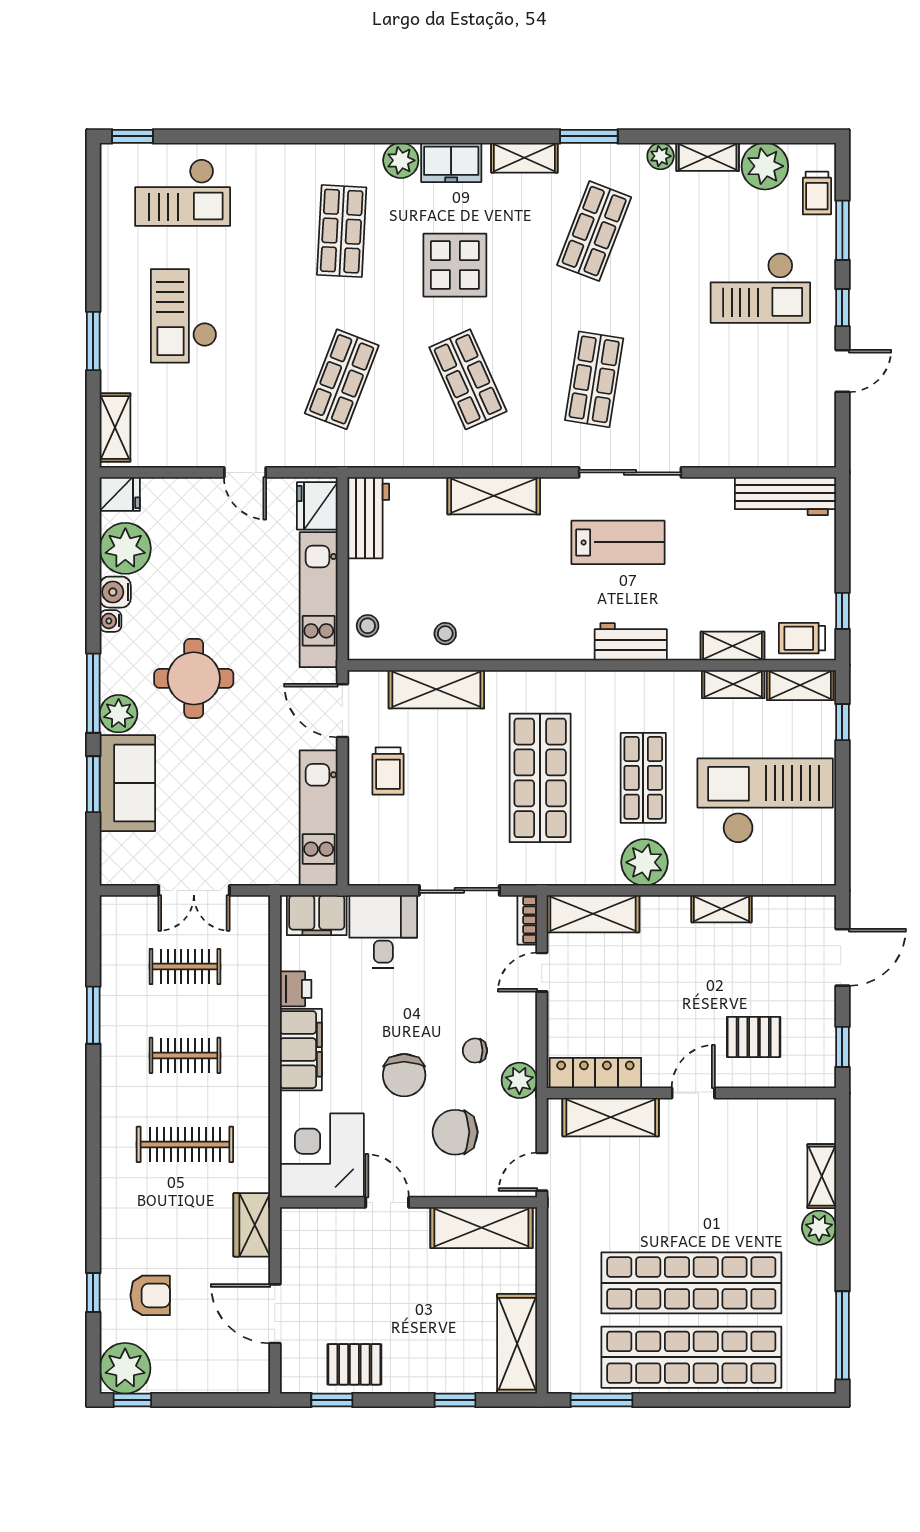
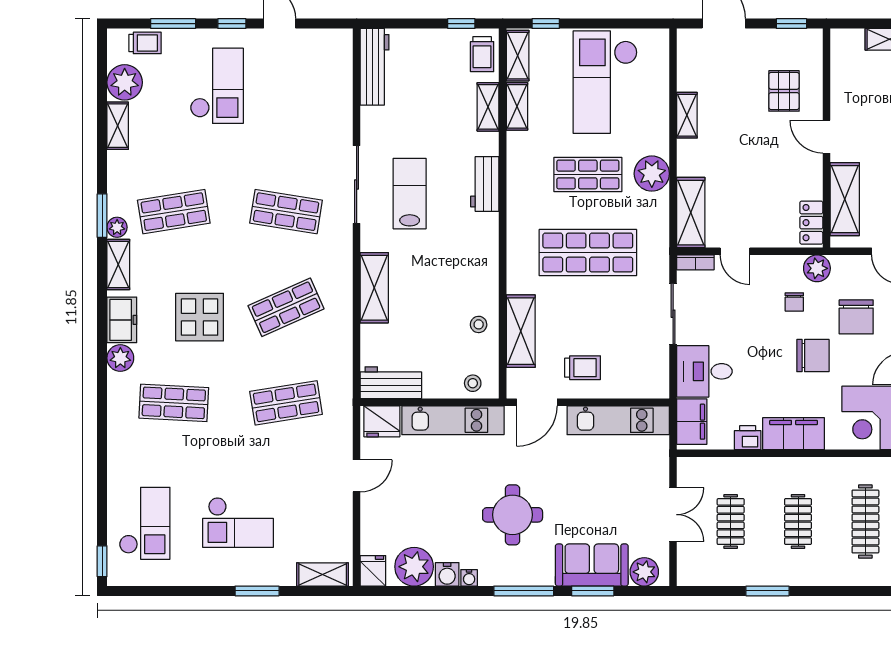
plant: (661, 156) -> (117, 227), moved
shop shelf: (594, 231) -> (174, 212), turned -30
shop shelf: (342, 379) -> (286, 403), turned -30
plant: (119, 714) -> (644, 572), moved
locker: (595, 1073) -> (811, 223), width x0.66

